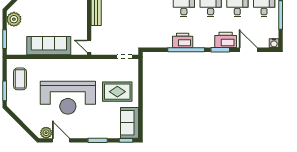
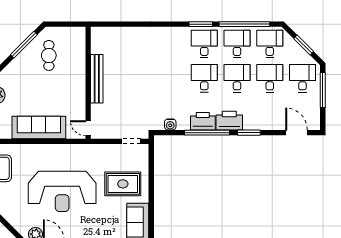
printer: (226, 40) -> (229, 121), moved
water cooler: (274, 43) -> (170, 124), moved
door: (248, 50) -> (297, 133), moved

